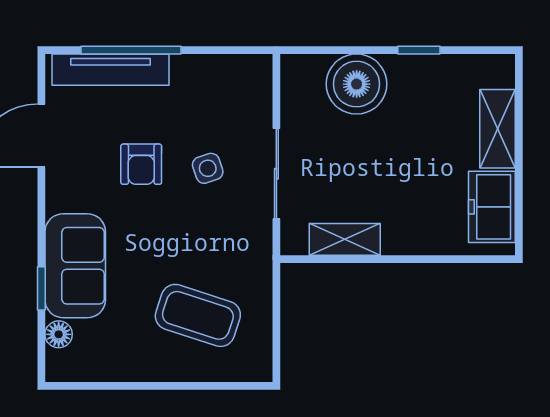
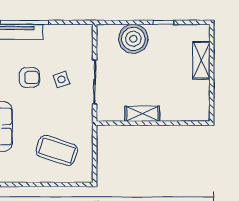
armchair: (141, 164) -> (29, 77), turned -90
freezer: (492, 207) -> (199, 98), removed
shelving: (345, 239) -> (142, 114), moved

